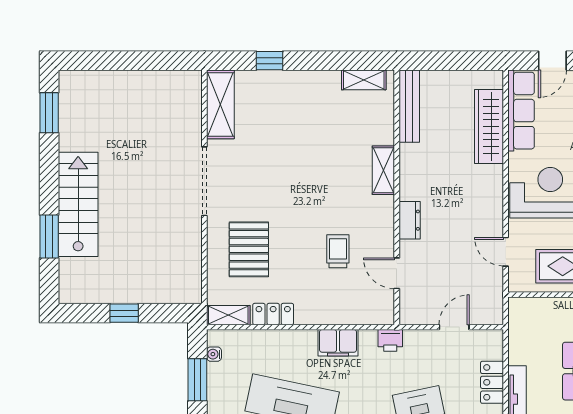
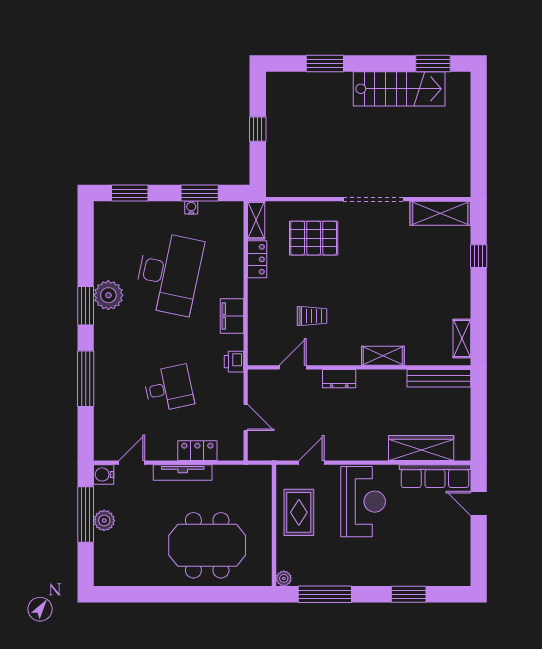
stairs: (78, 204) -> (399, 89), moved
water cooler: (214, 354) -> (191, 208), moved

